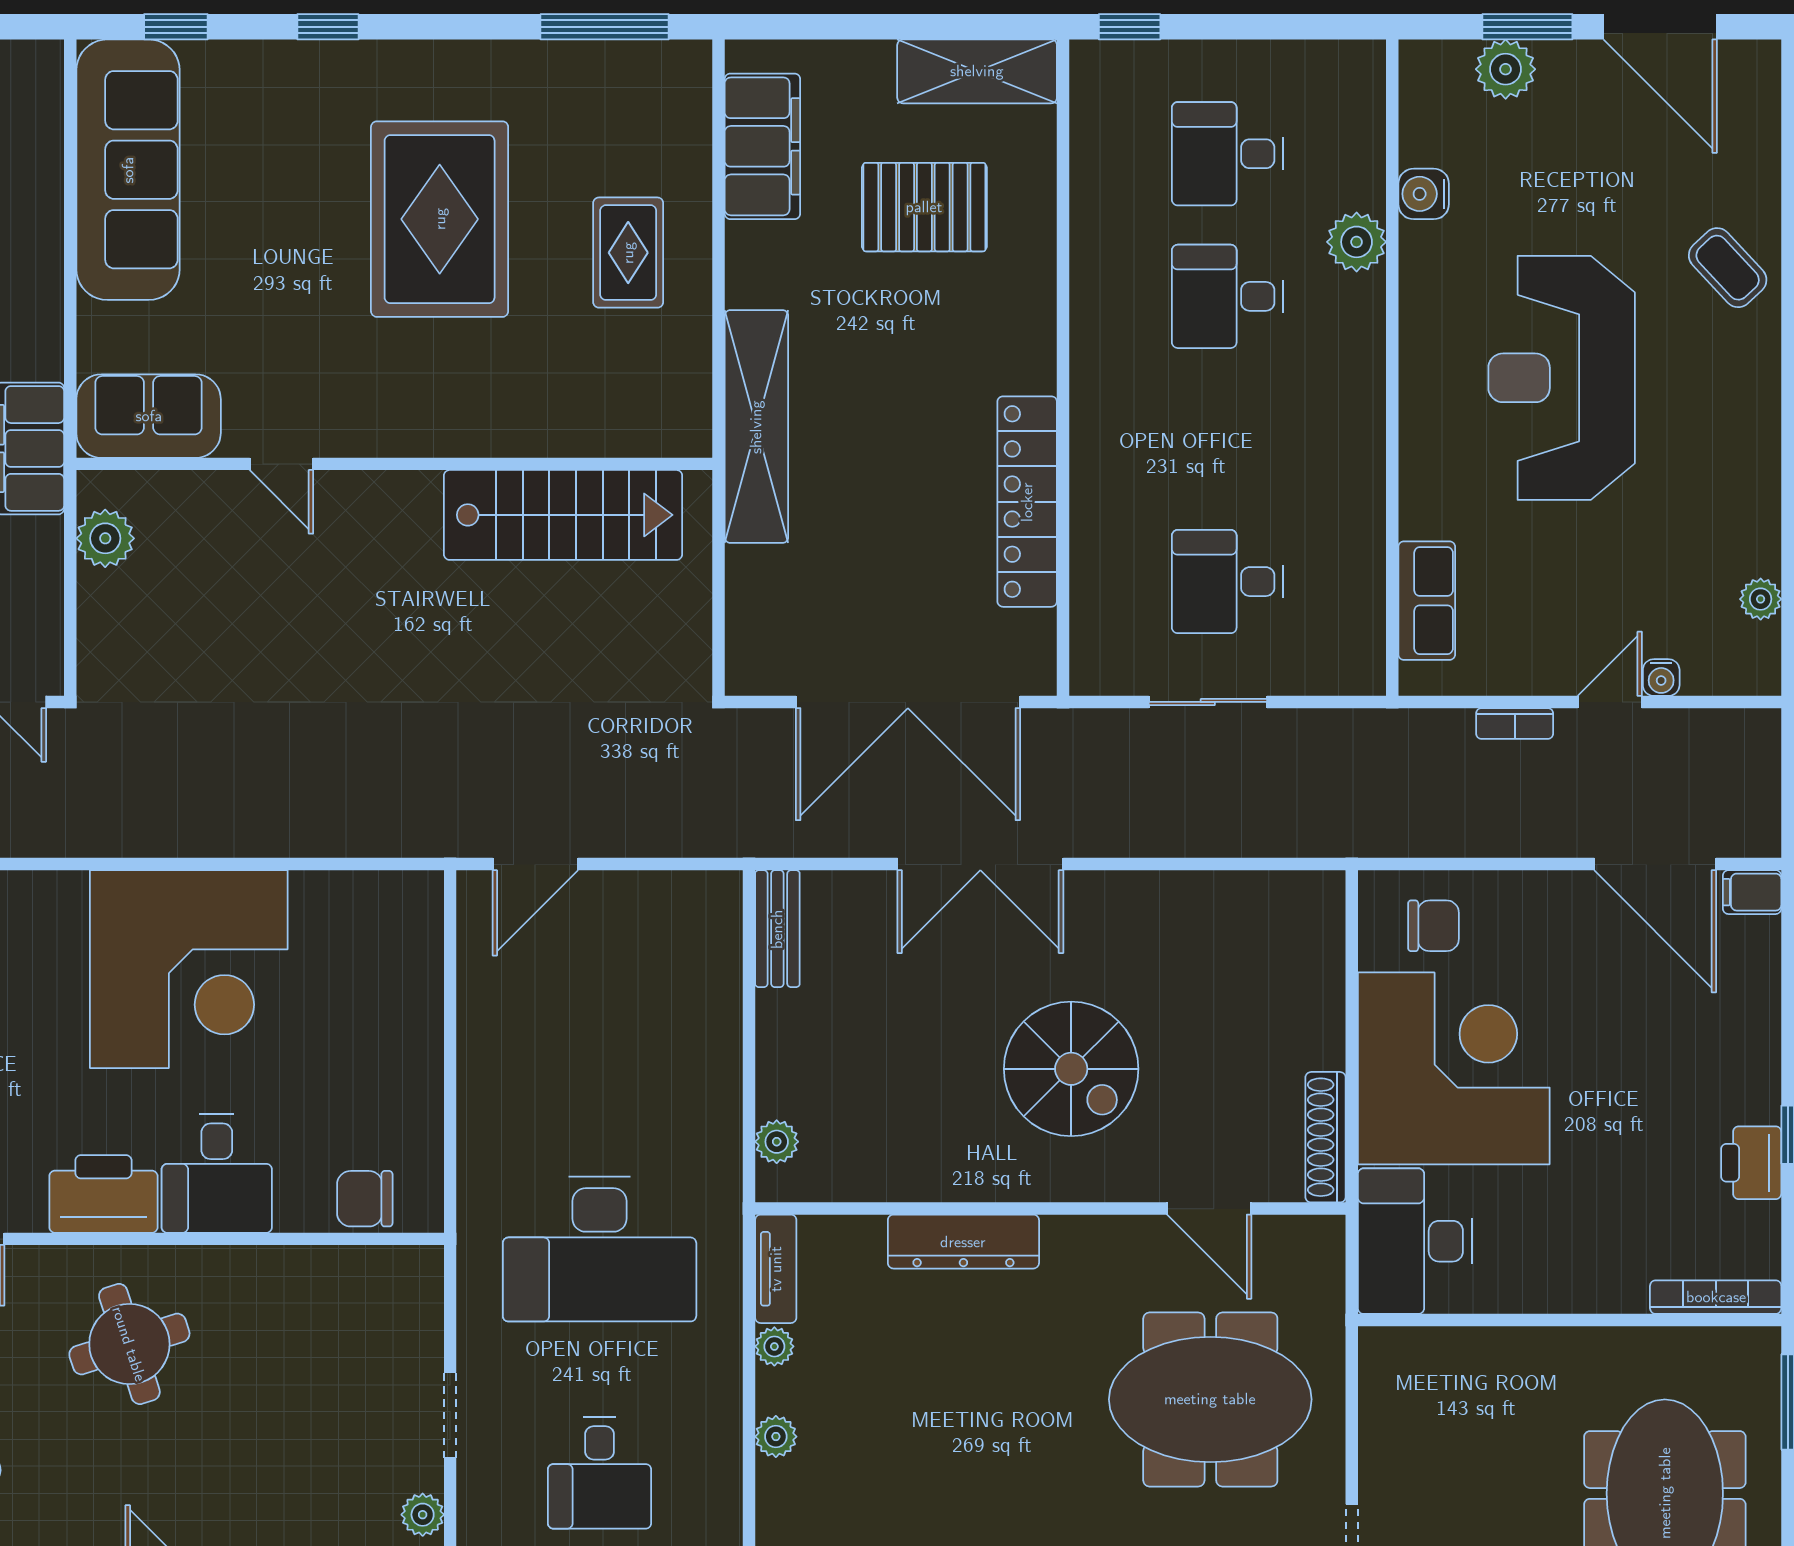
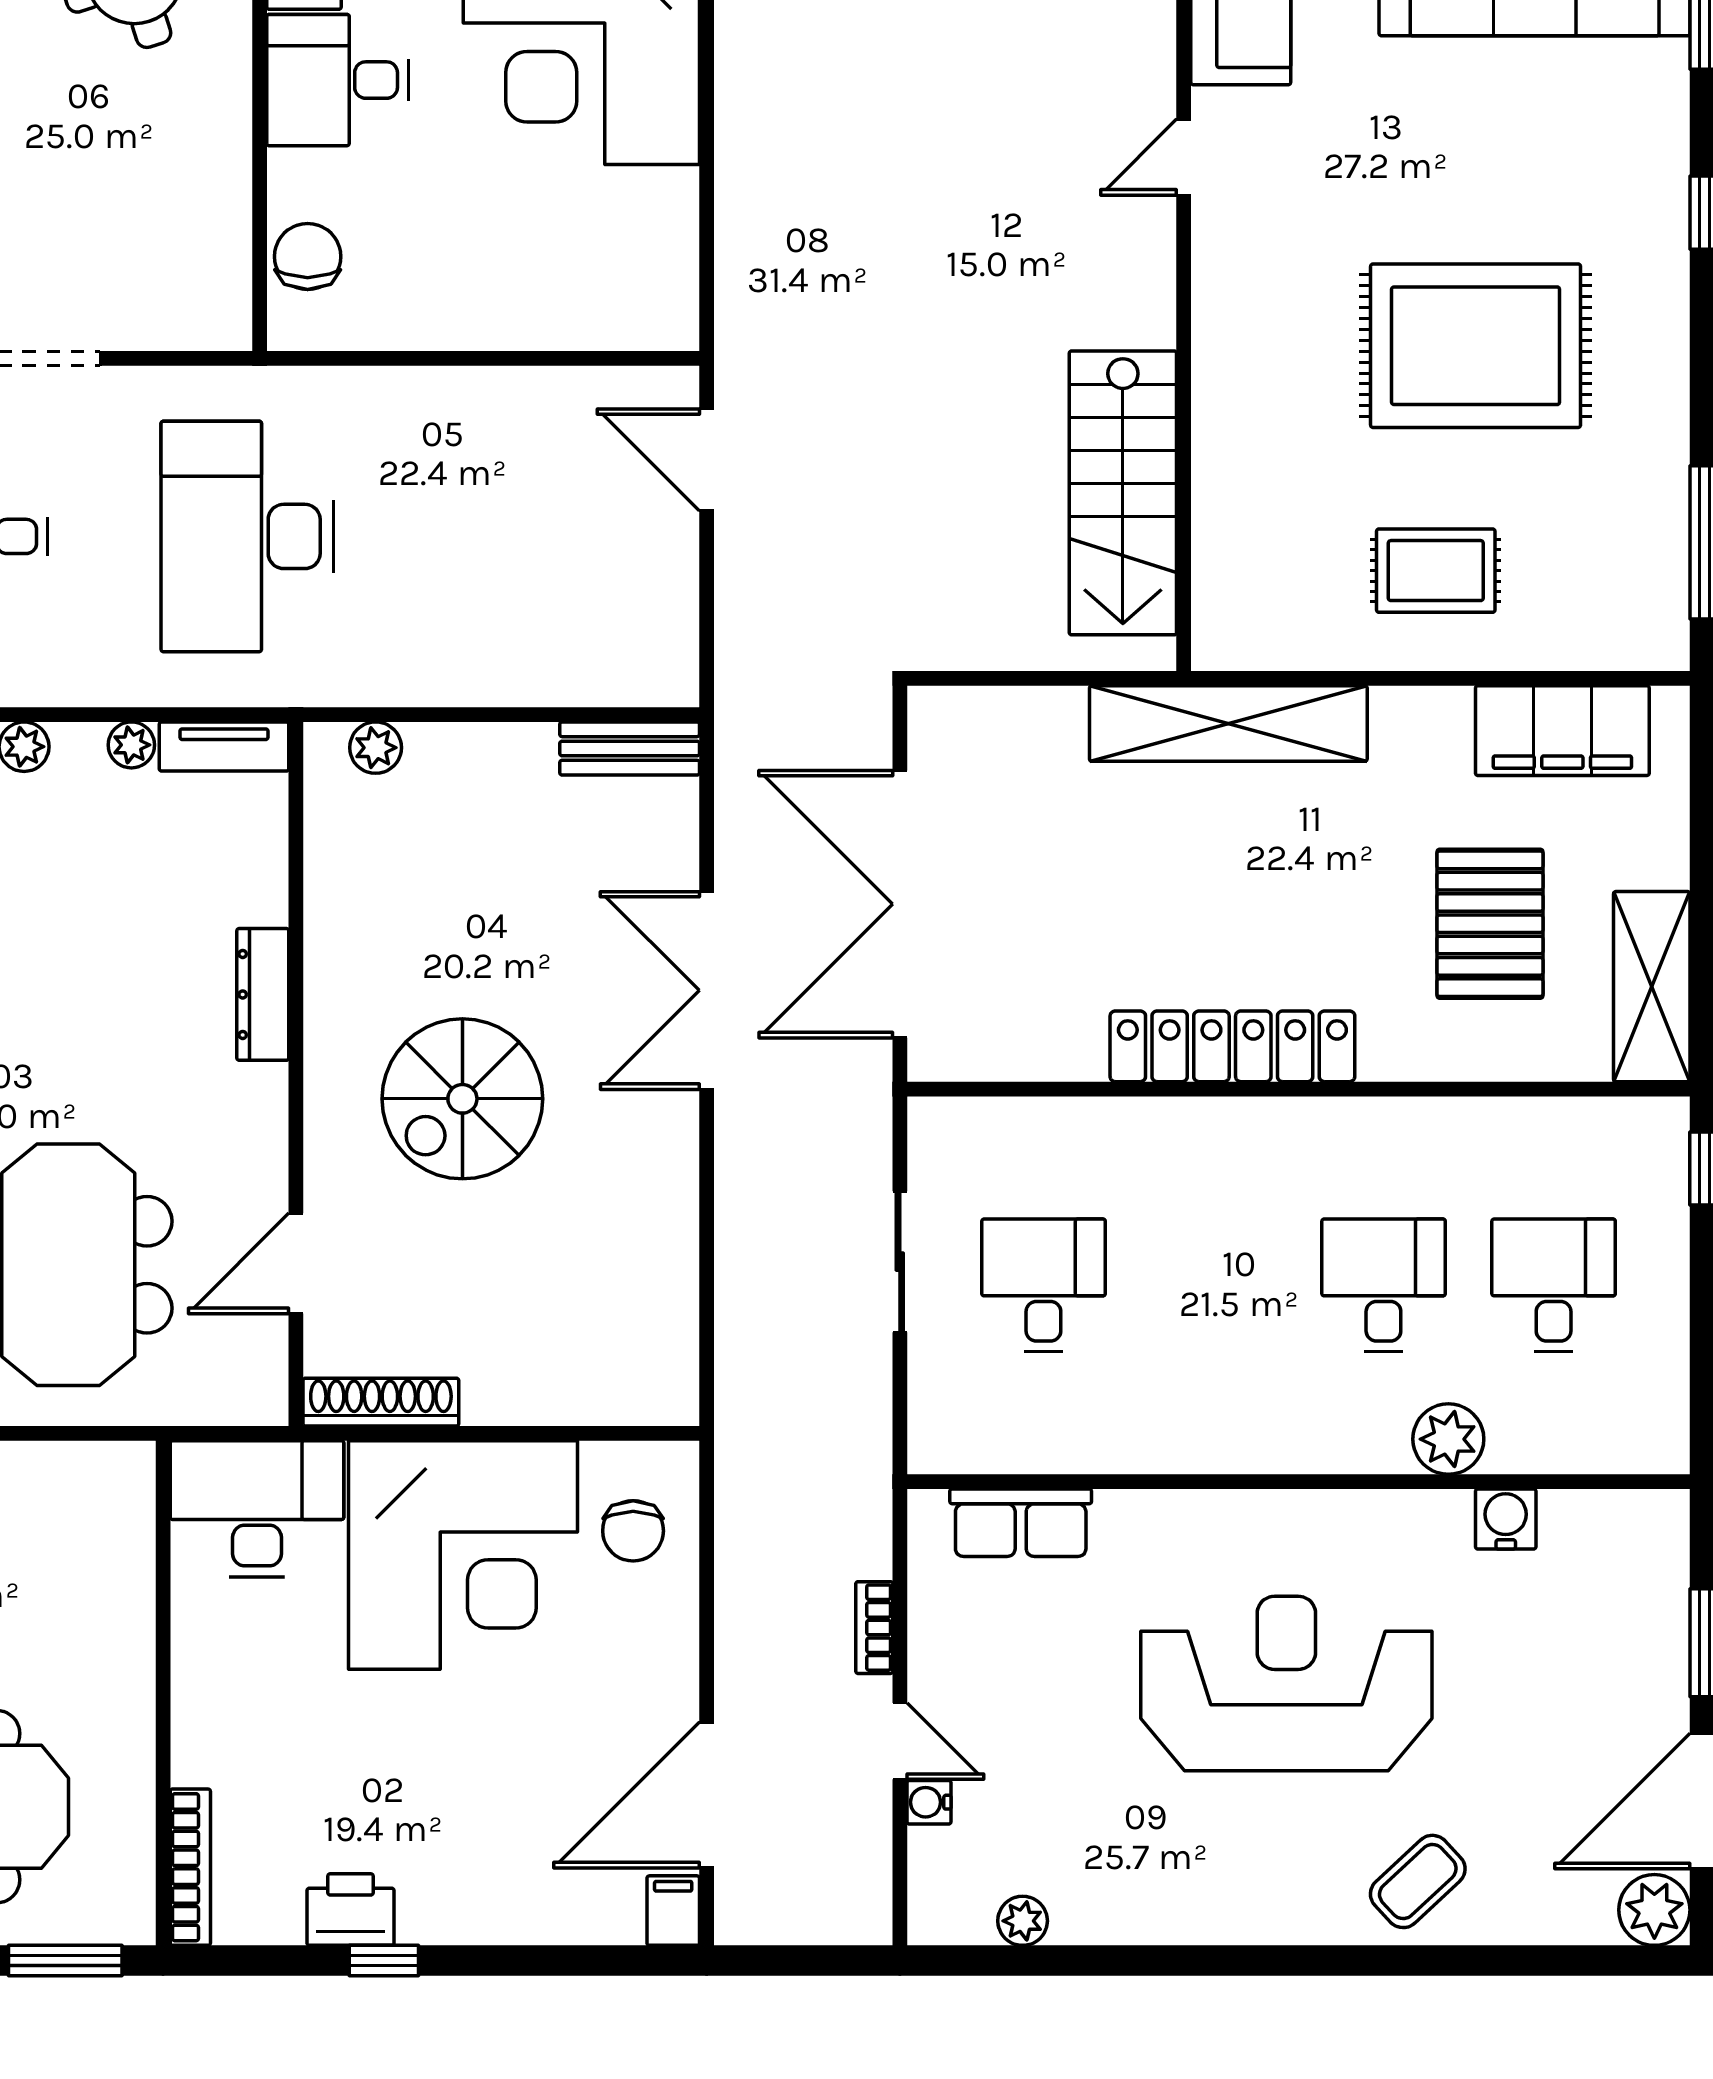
plant: (1506, 69) -> (1654, 1910), moved
locker: (1027, 502) -> (1232, 1046), moved
dresser: (963, 1242) -> (263, 994), width x0.73, depth x0.80

